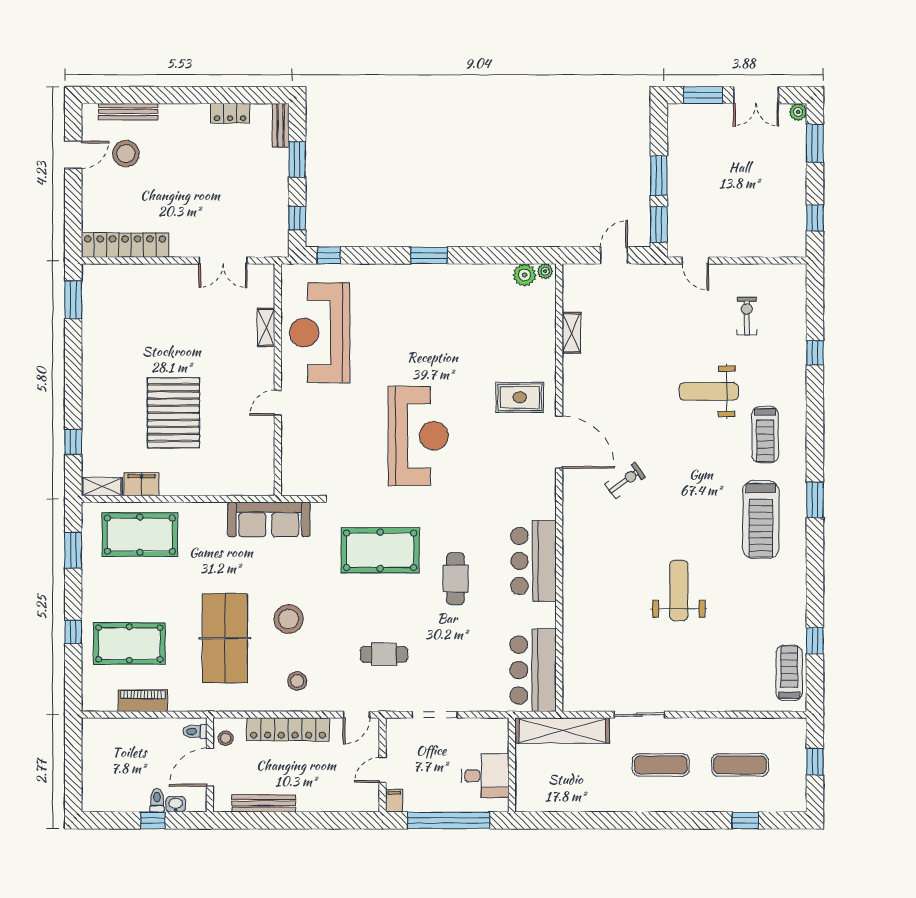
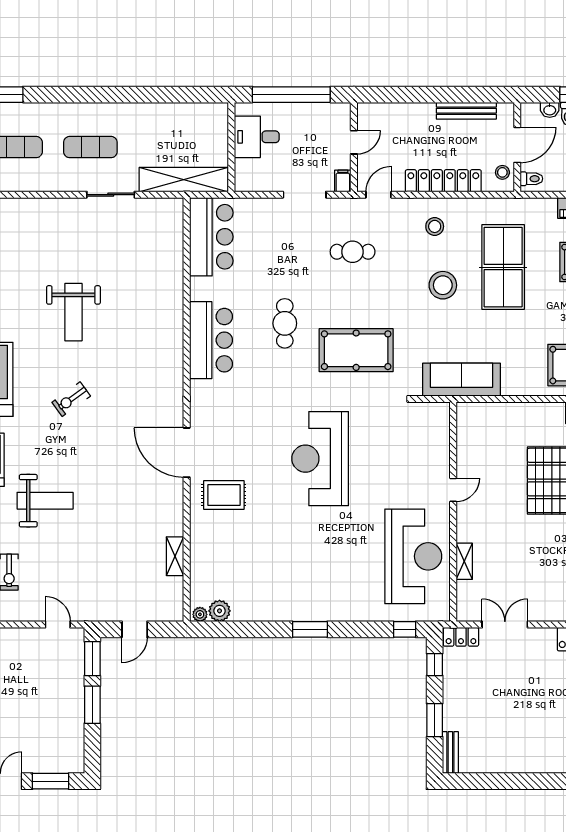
locker: (230, 113) -> (461, 637), moved, turned 180
exercise bike: (625, 481) -> (71, 399), moved
filing cabinet: (394, 801) -> (343, 181), moved, turned 180

